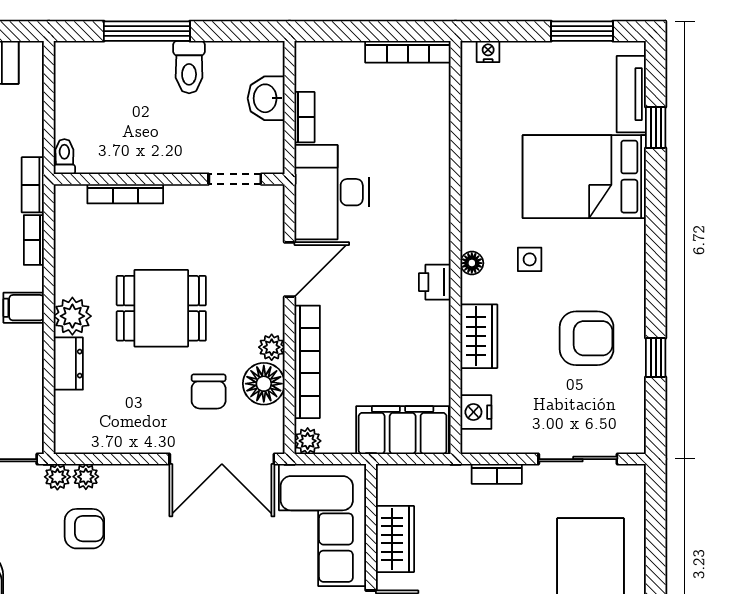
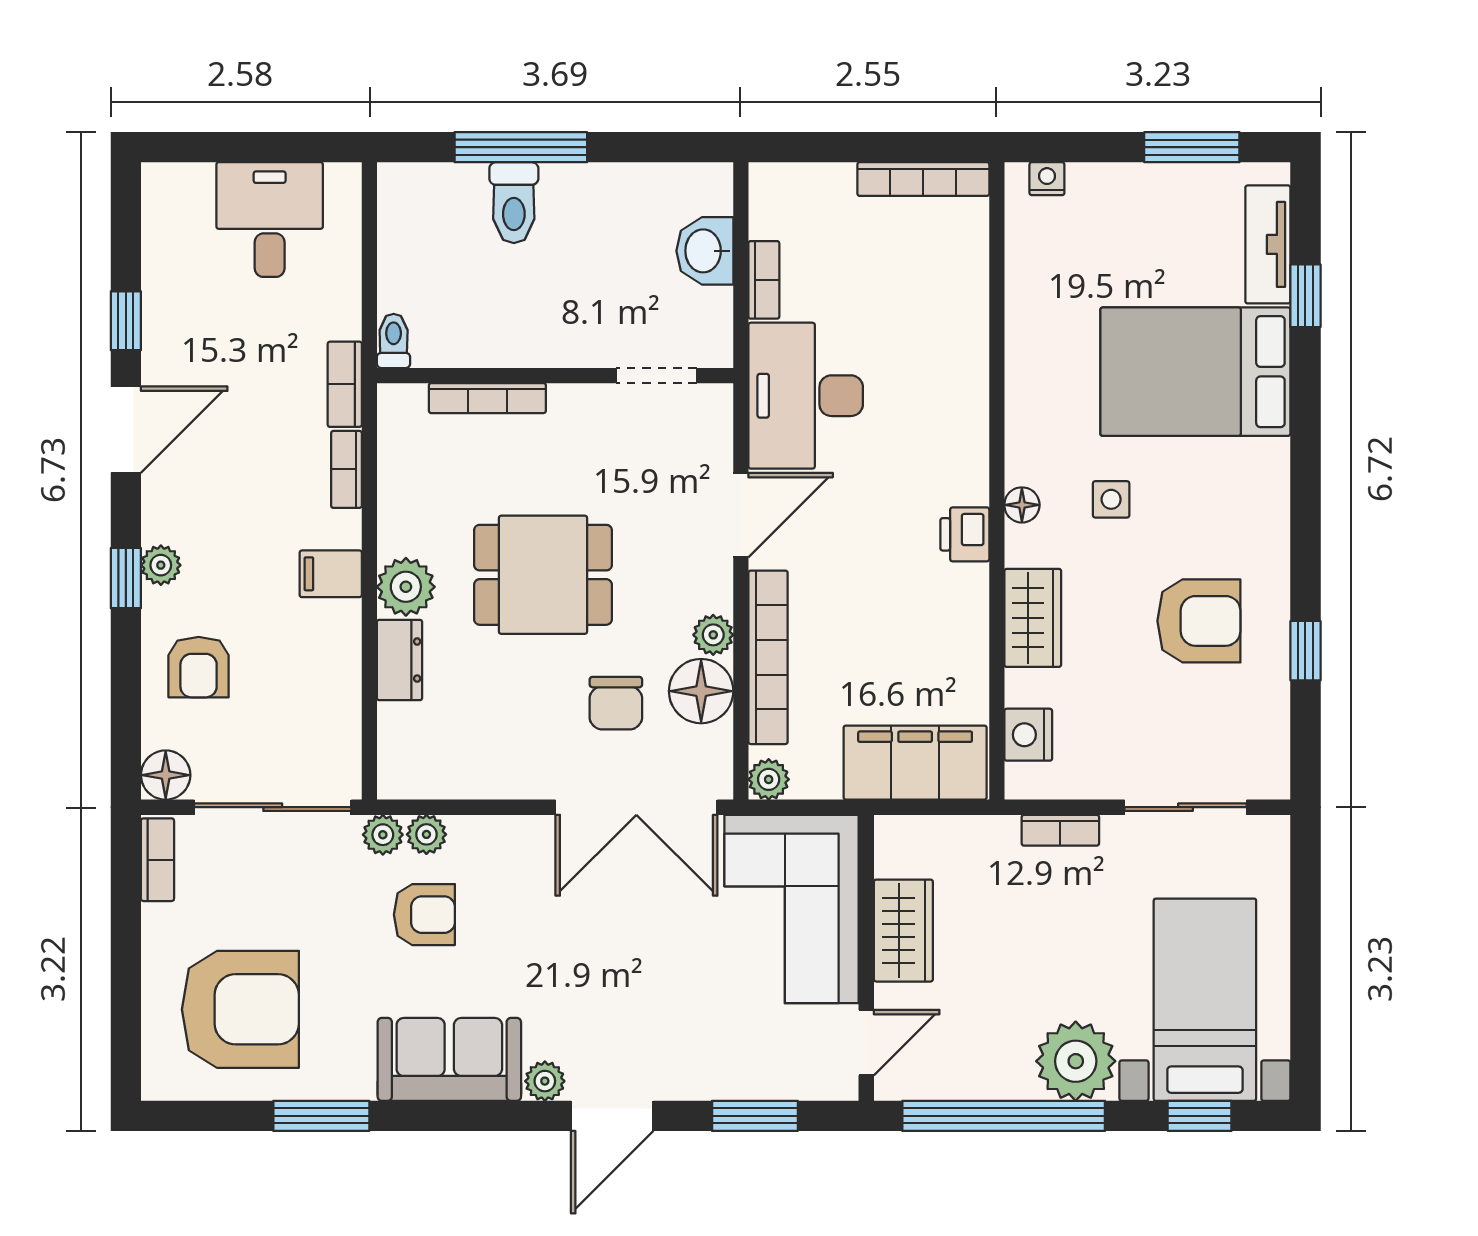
toilet: (189, 67) -> (514, 203), moved

